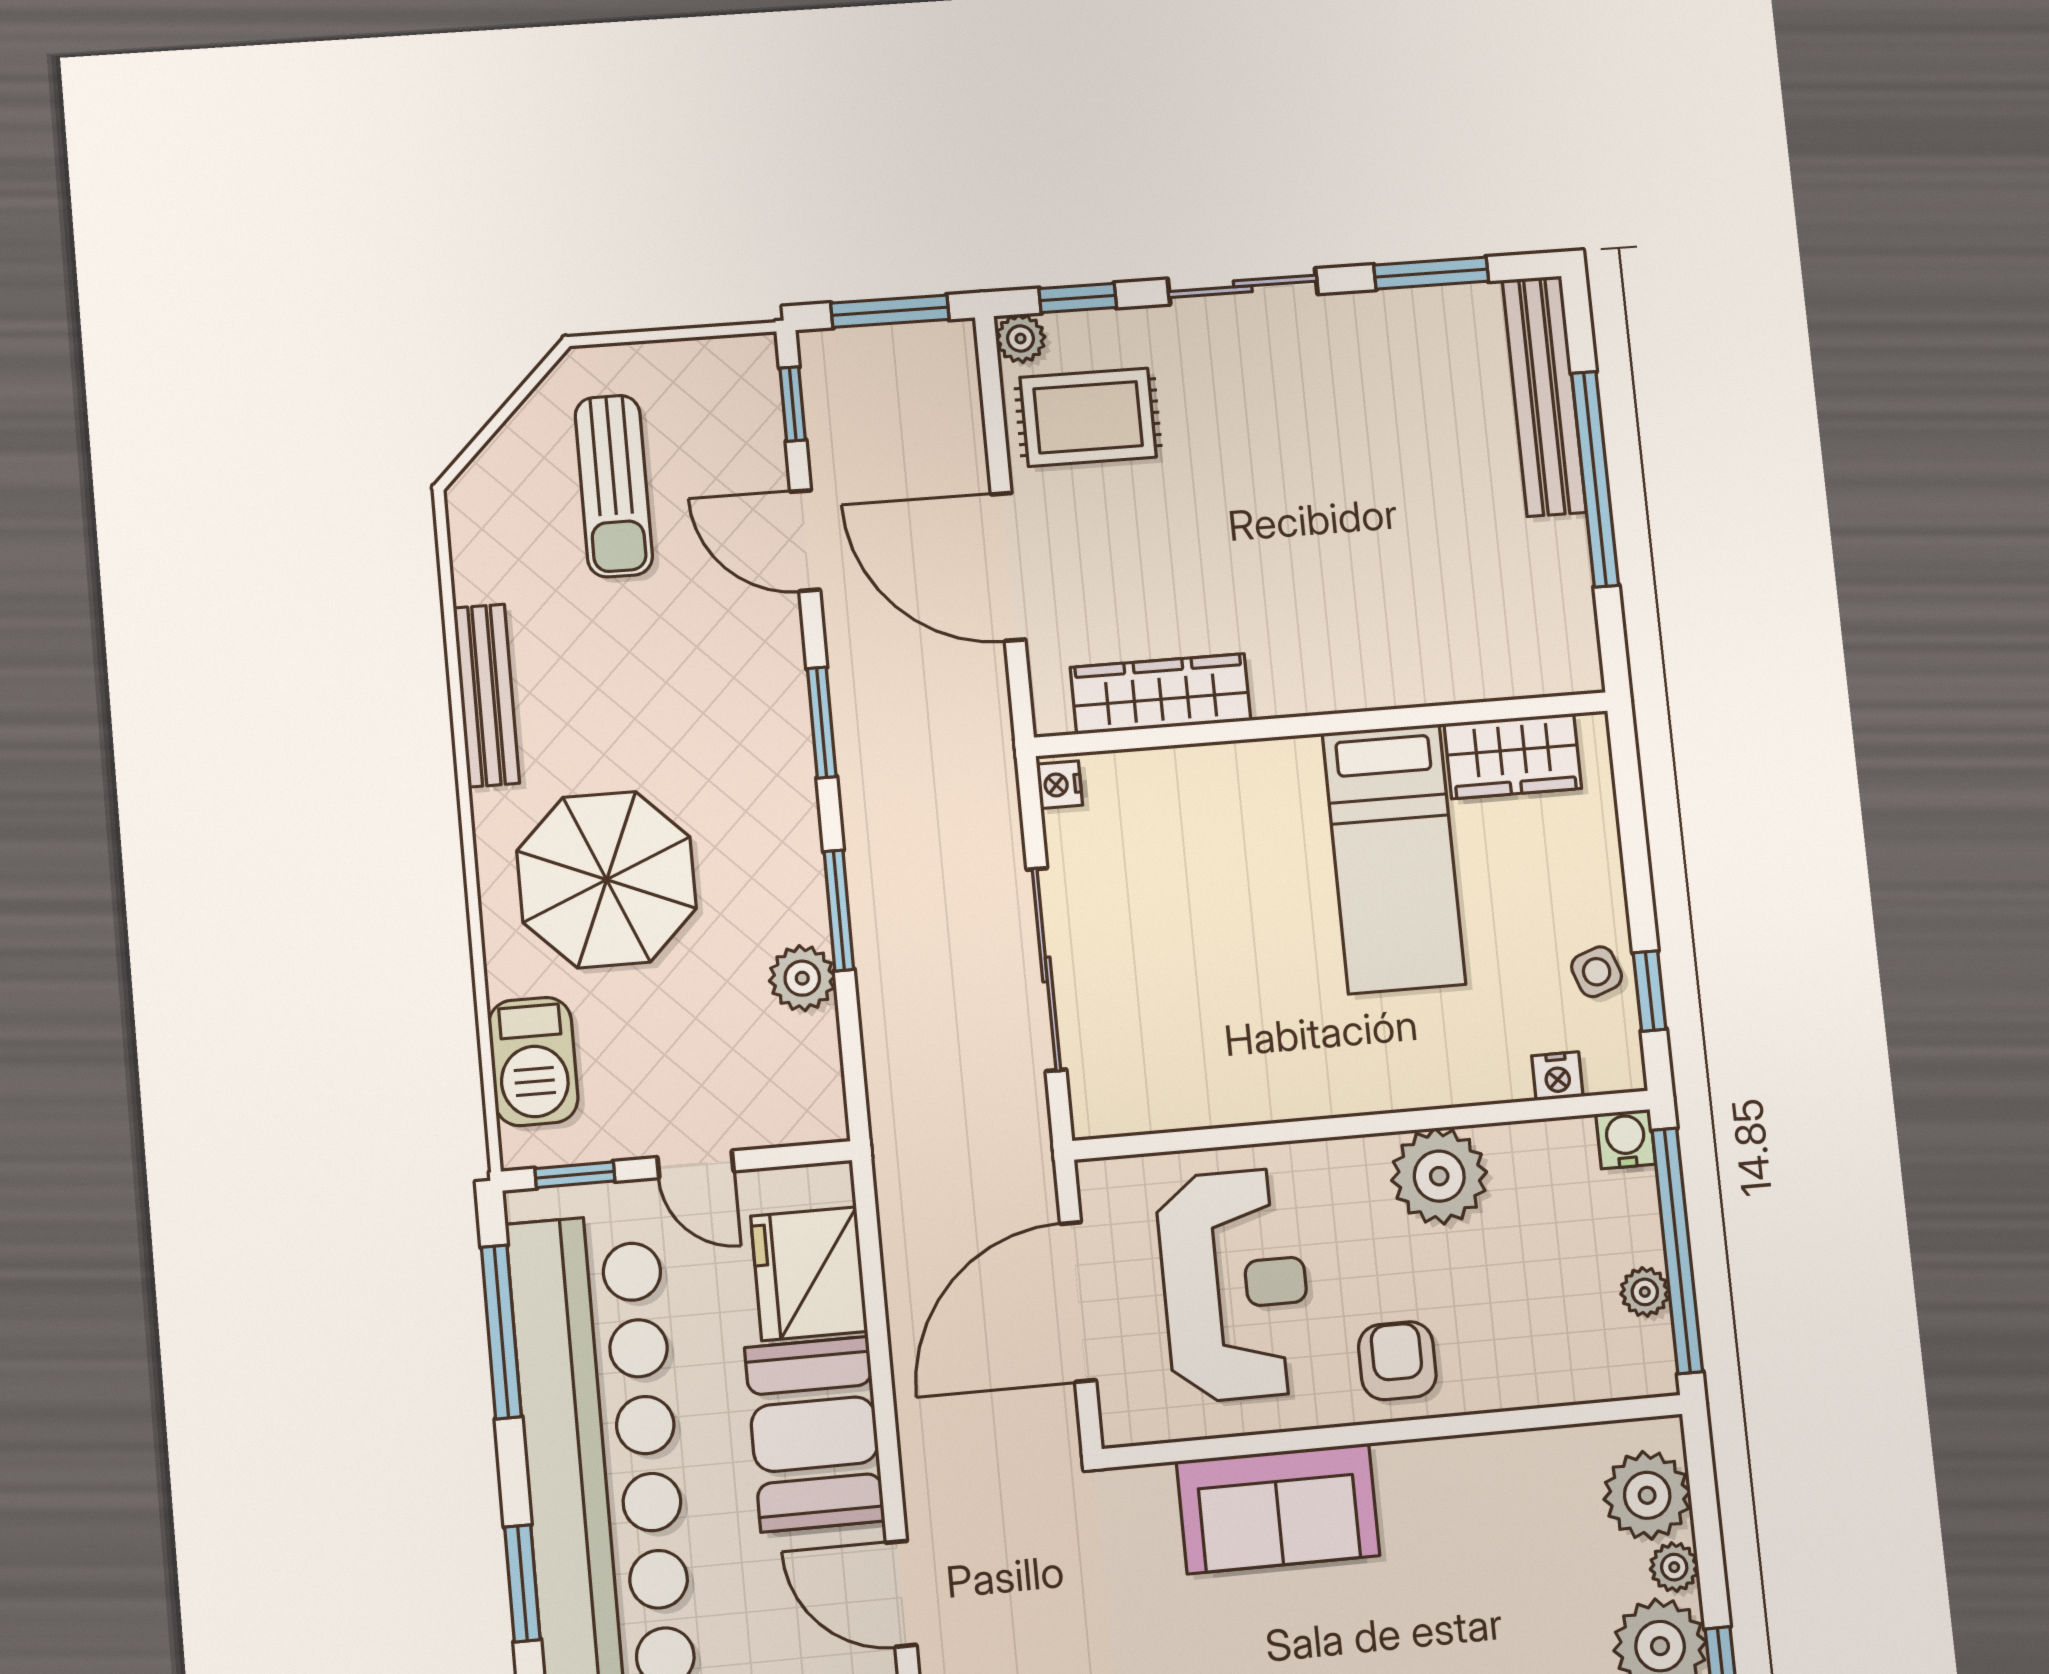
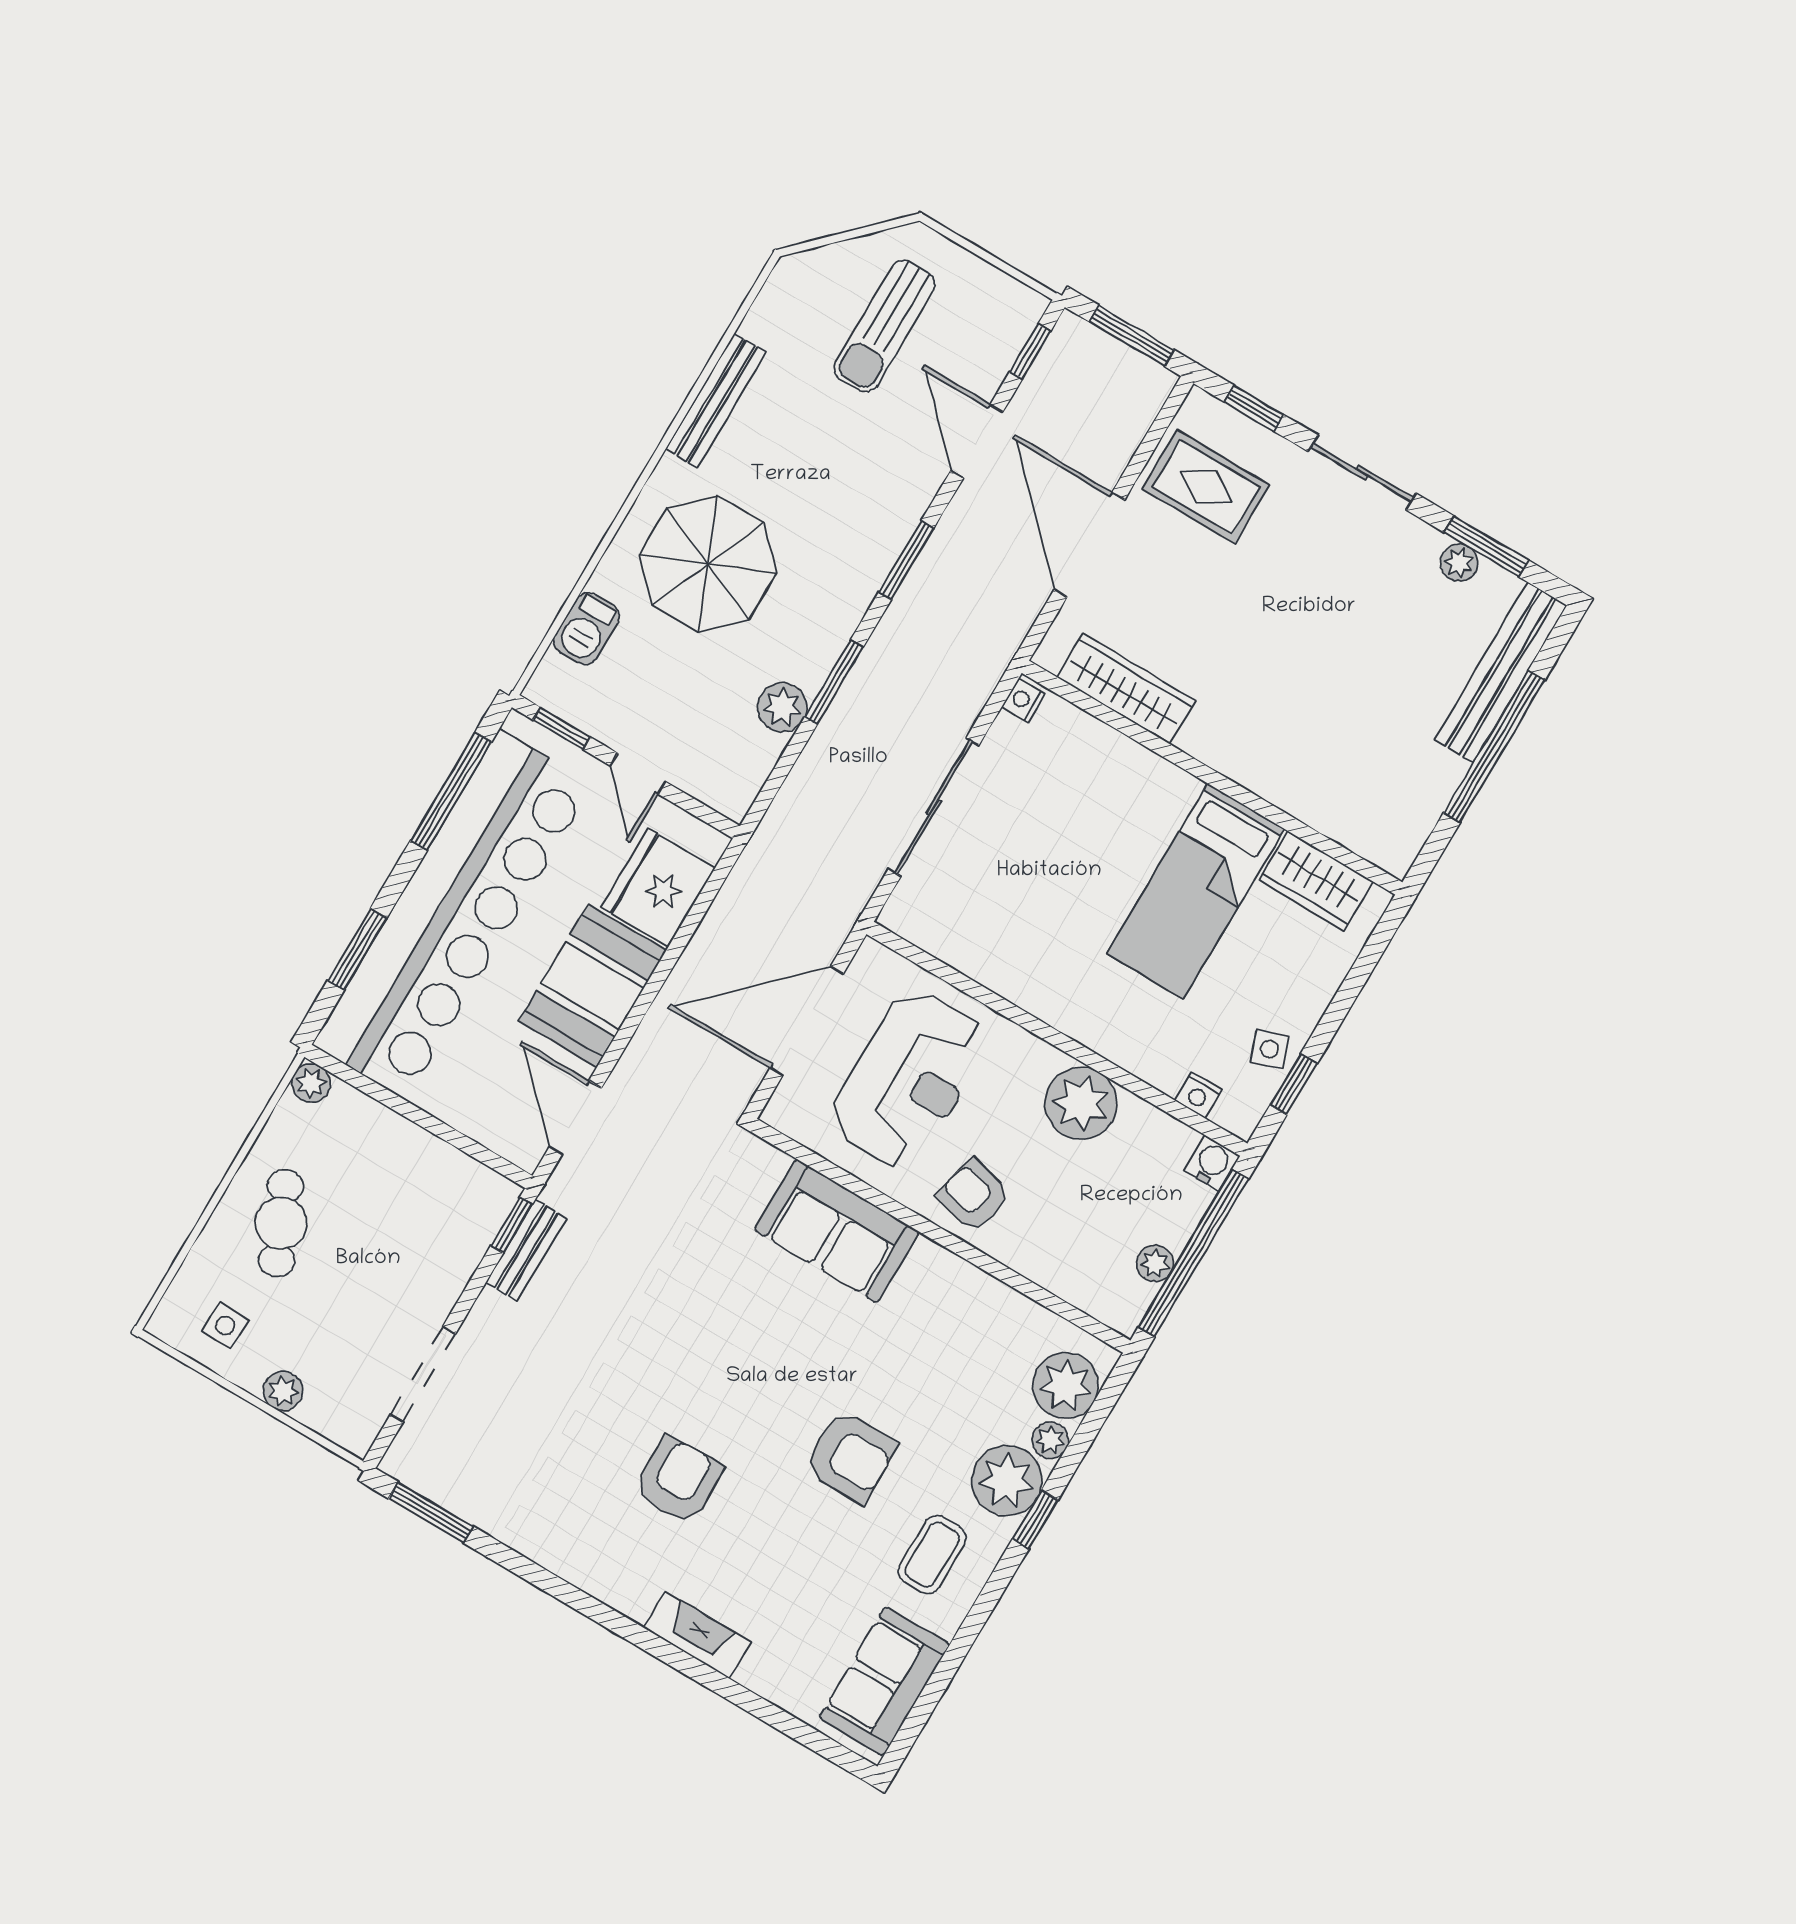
plant: (1020, 339) -> (1459, 563), moved
barbecue: (533, 1061) -> (587, 628), width x0.73, depth x0.79
armchair: (1397, 1361) -> (974, 1195), turned -76

